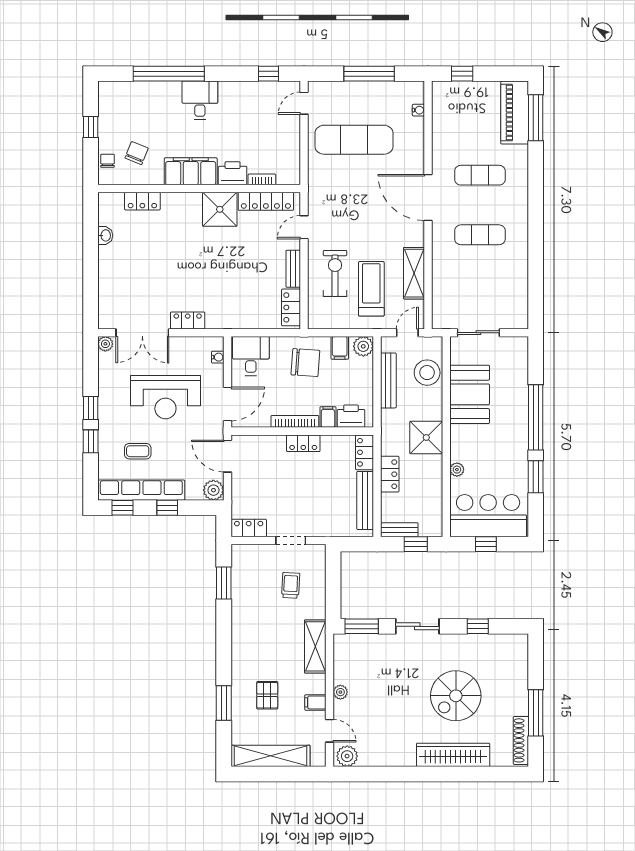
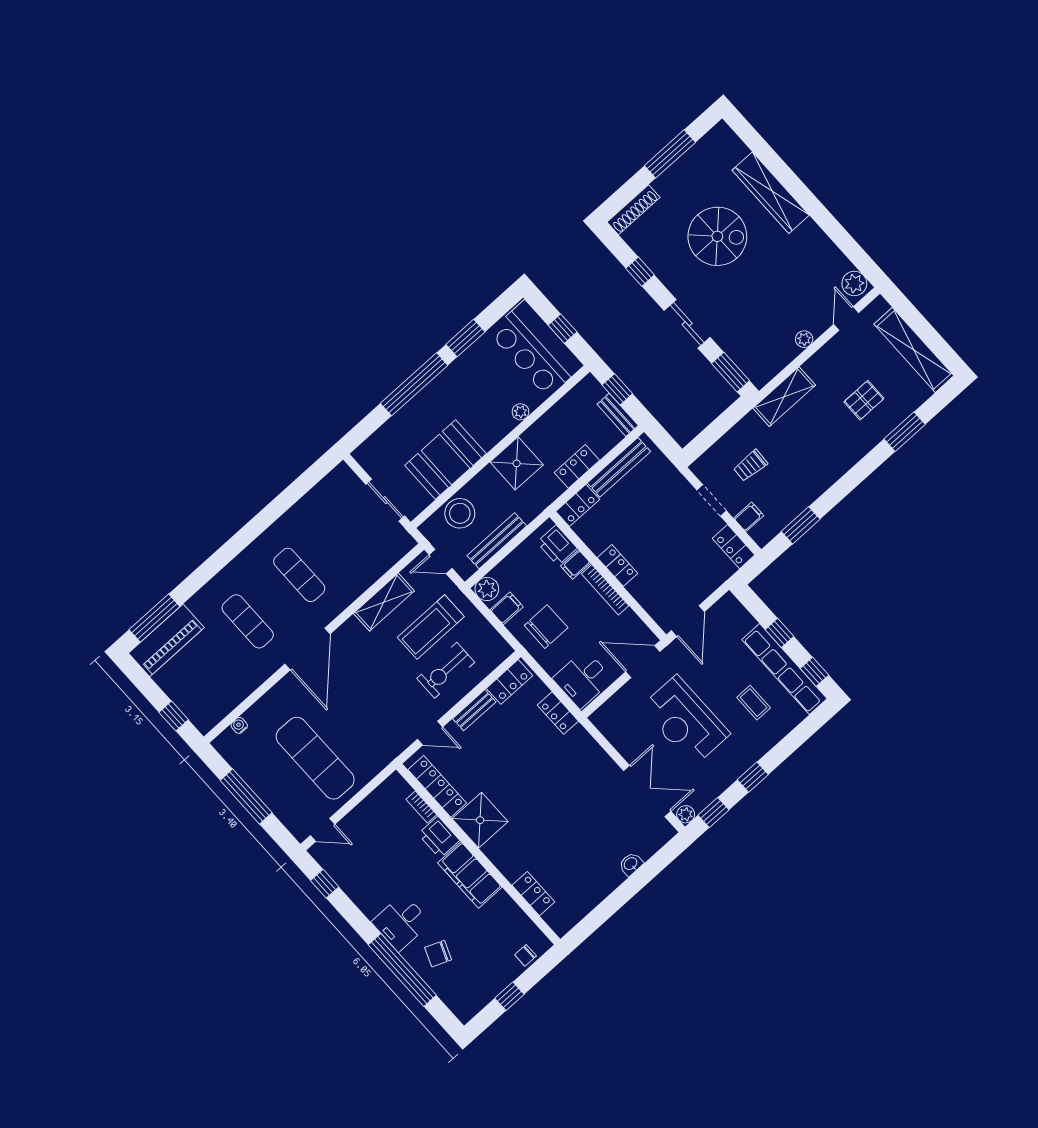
chair: (137, 153) -> (438, 954), moved
washbasin: (105, 235) -> (631, 864), moved
locker: (188, 320) -> (558, 713), moved
water cooler: (218, 357) -> (610, 707), removed
chair: (305, 363) -> (546, 627), turned 86
reception desk: (165, 397) -> (685, 721), turned 180
window: (91, 441) -> (713, 813), moved
plant: (213, 490) -> (728, 607), removed
filing cabinet: (315, 702) -> (749, 517), moved, turned -90
shoe rack: (521, 740) -> (634, 210), moved

